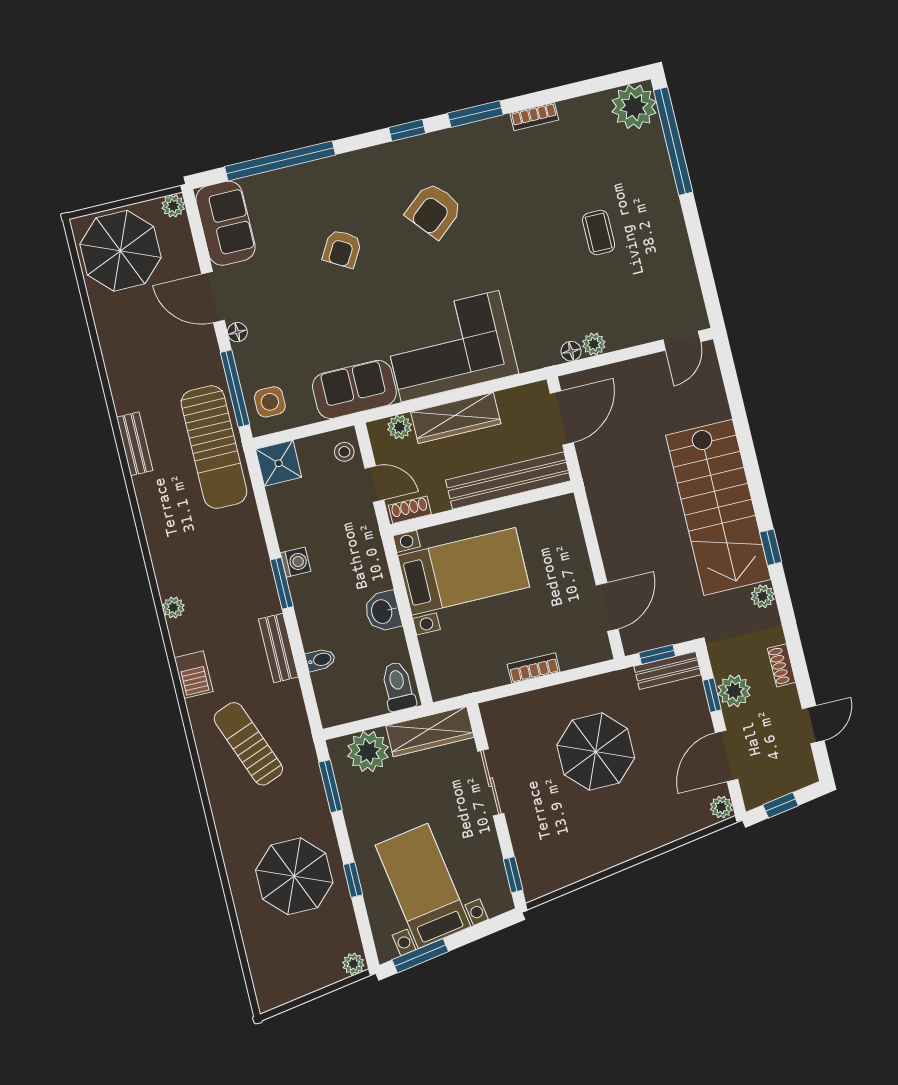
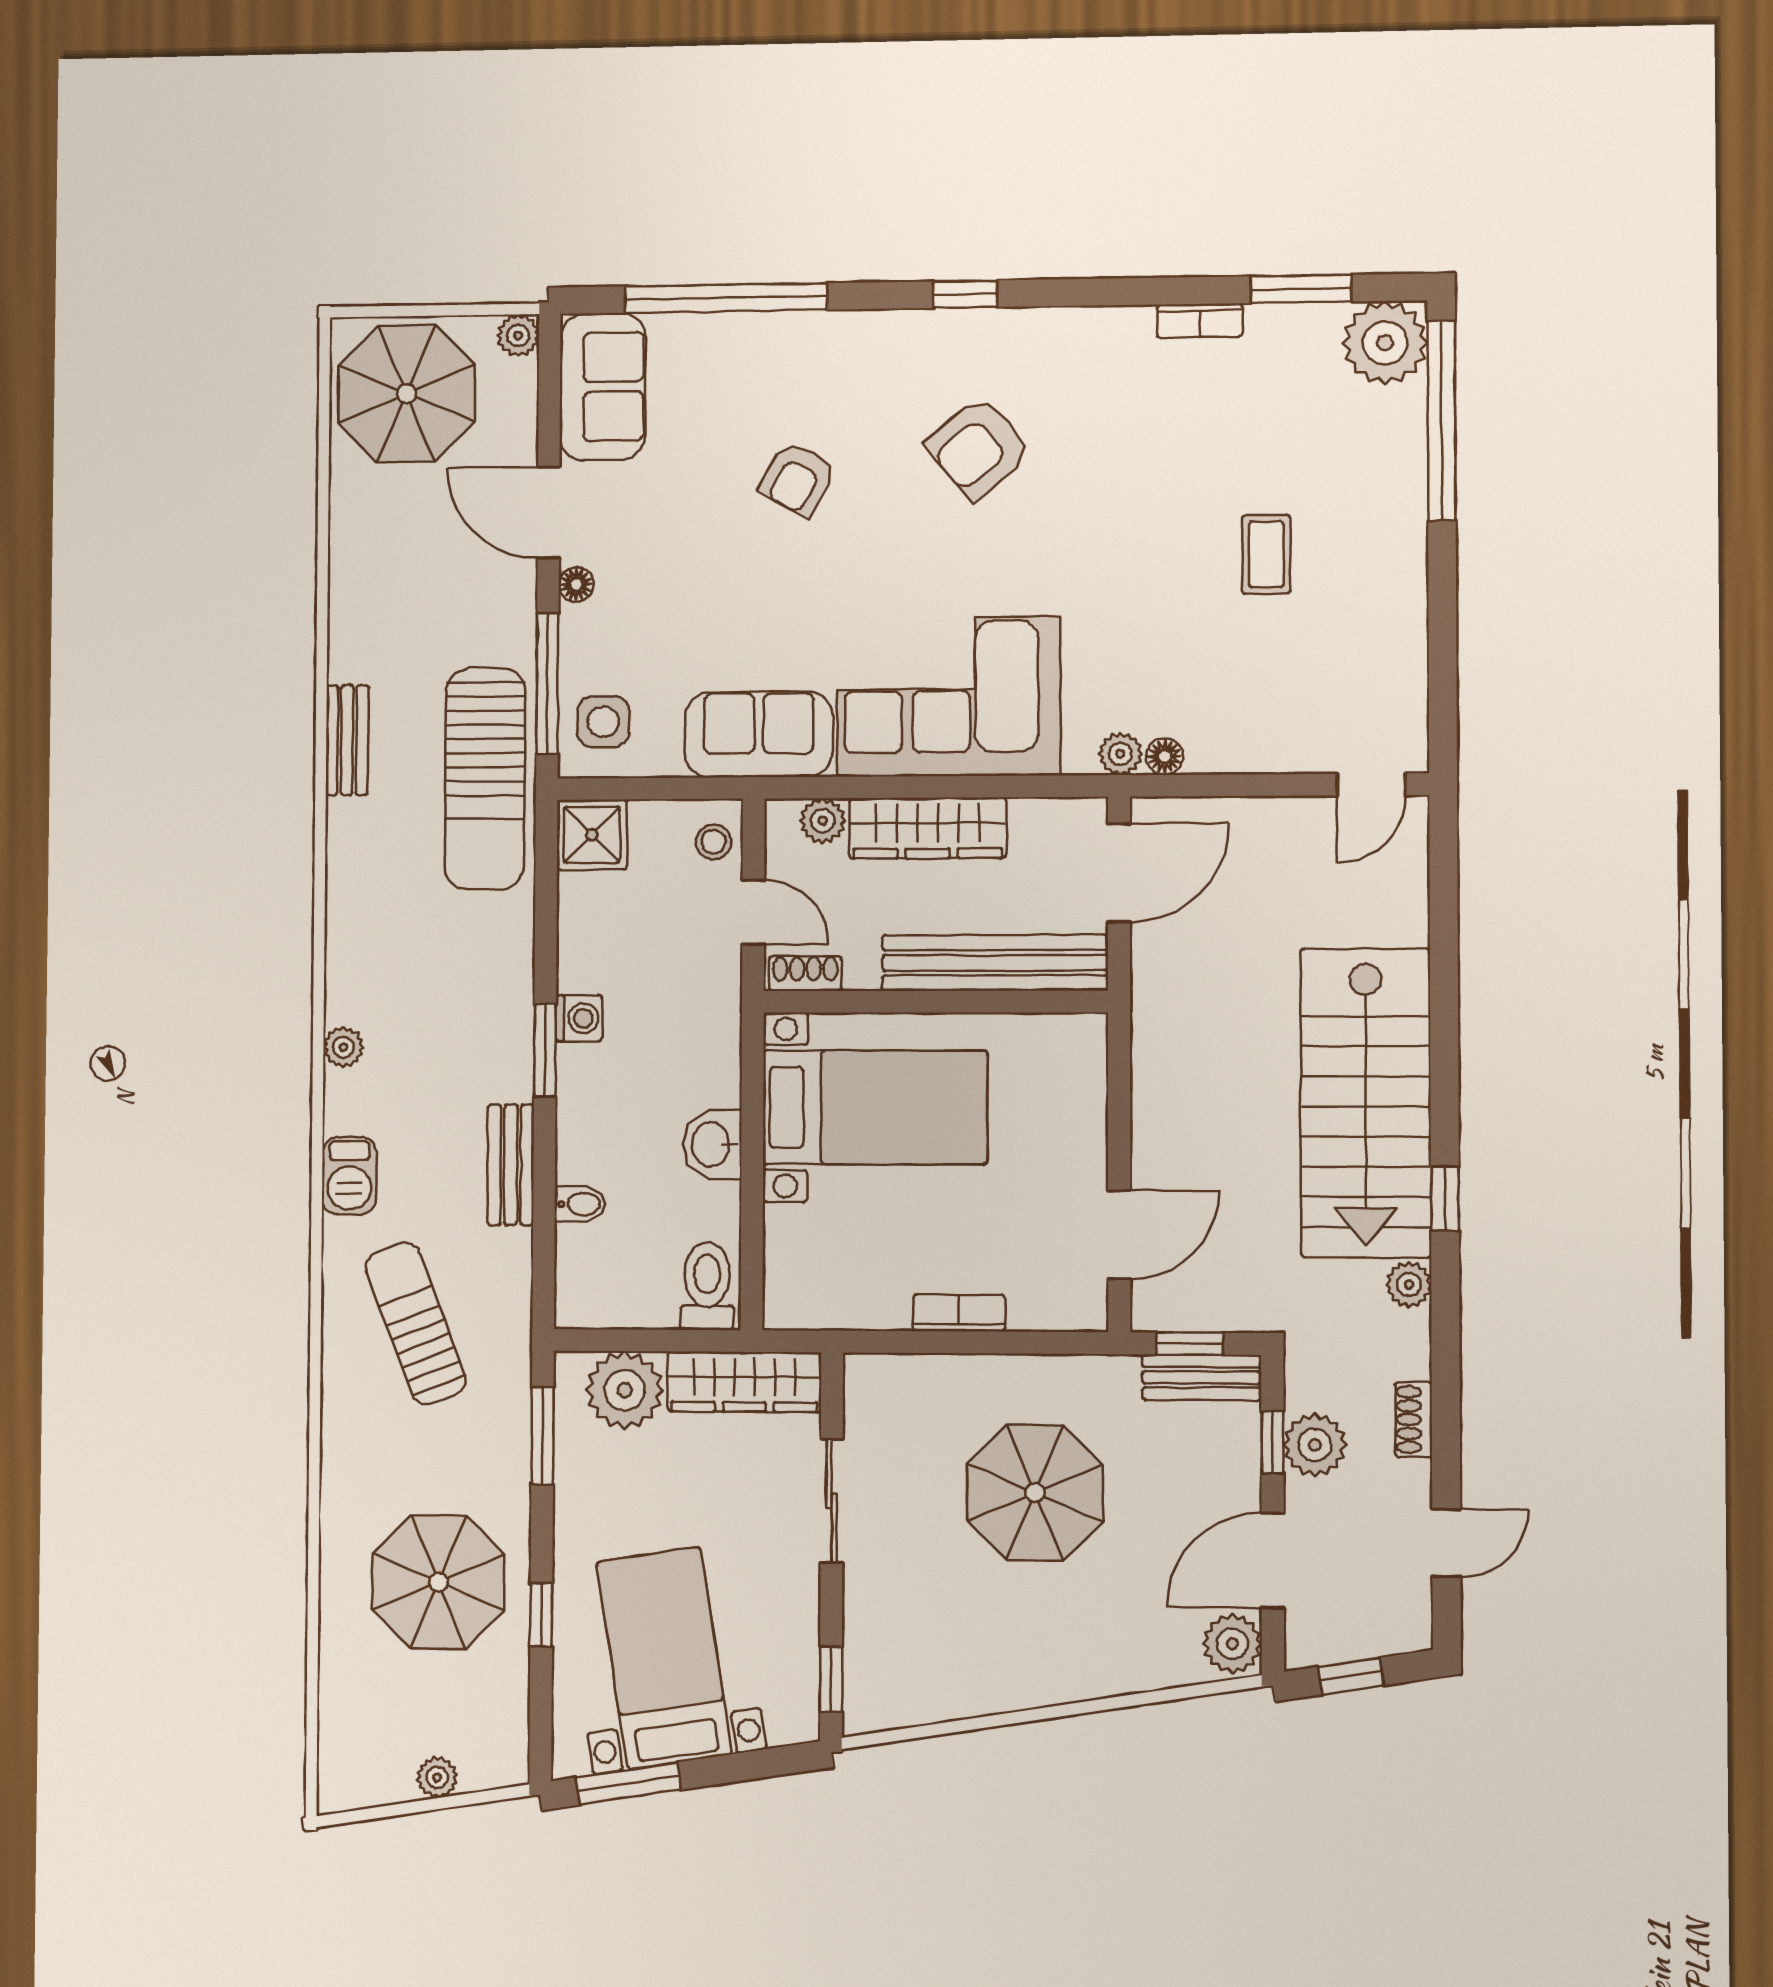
window: (475, 114) -> (1301, 289), moved
plant: (594, 344) -> (1120, 754), moved
plant: (721, 807) -> (1232, 1644), width x1.38, depth x1.38
plant: (353, 964) -> (437, 1777), moved

